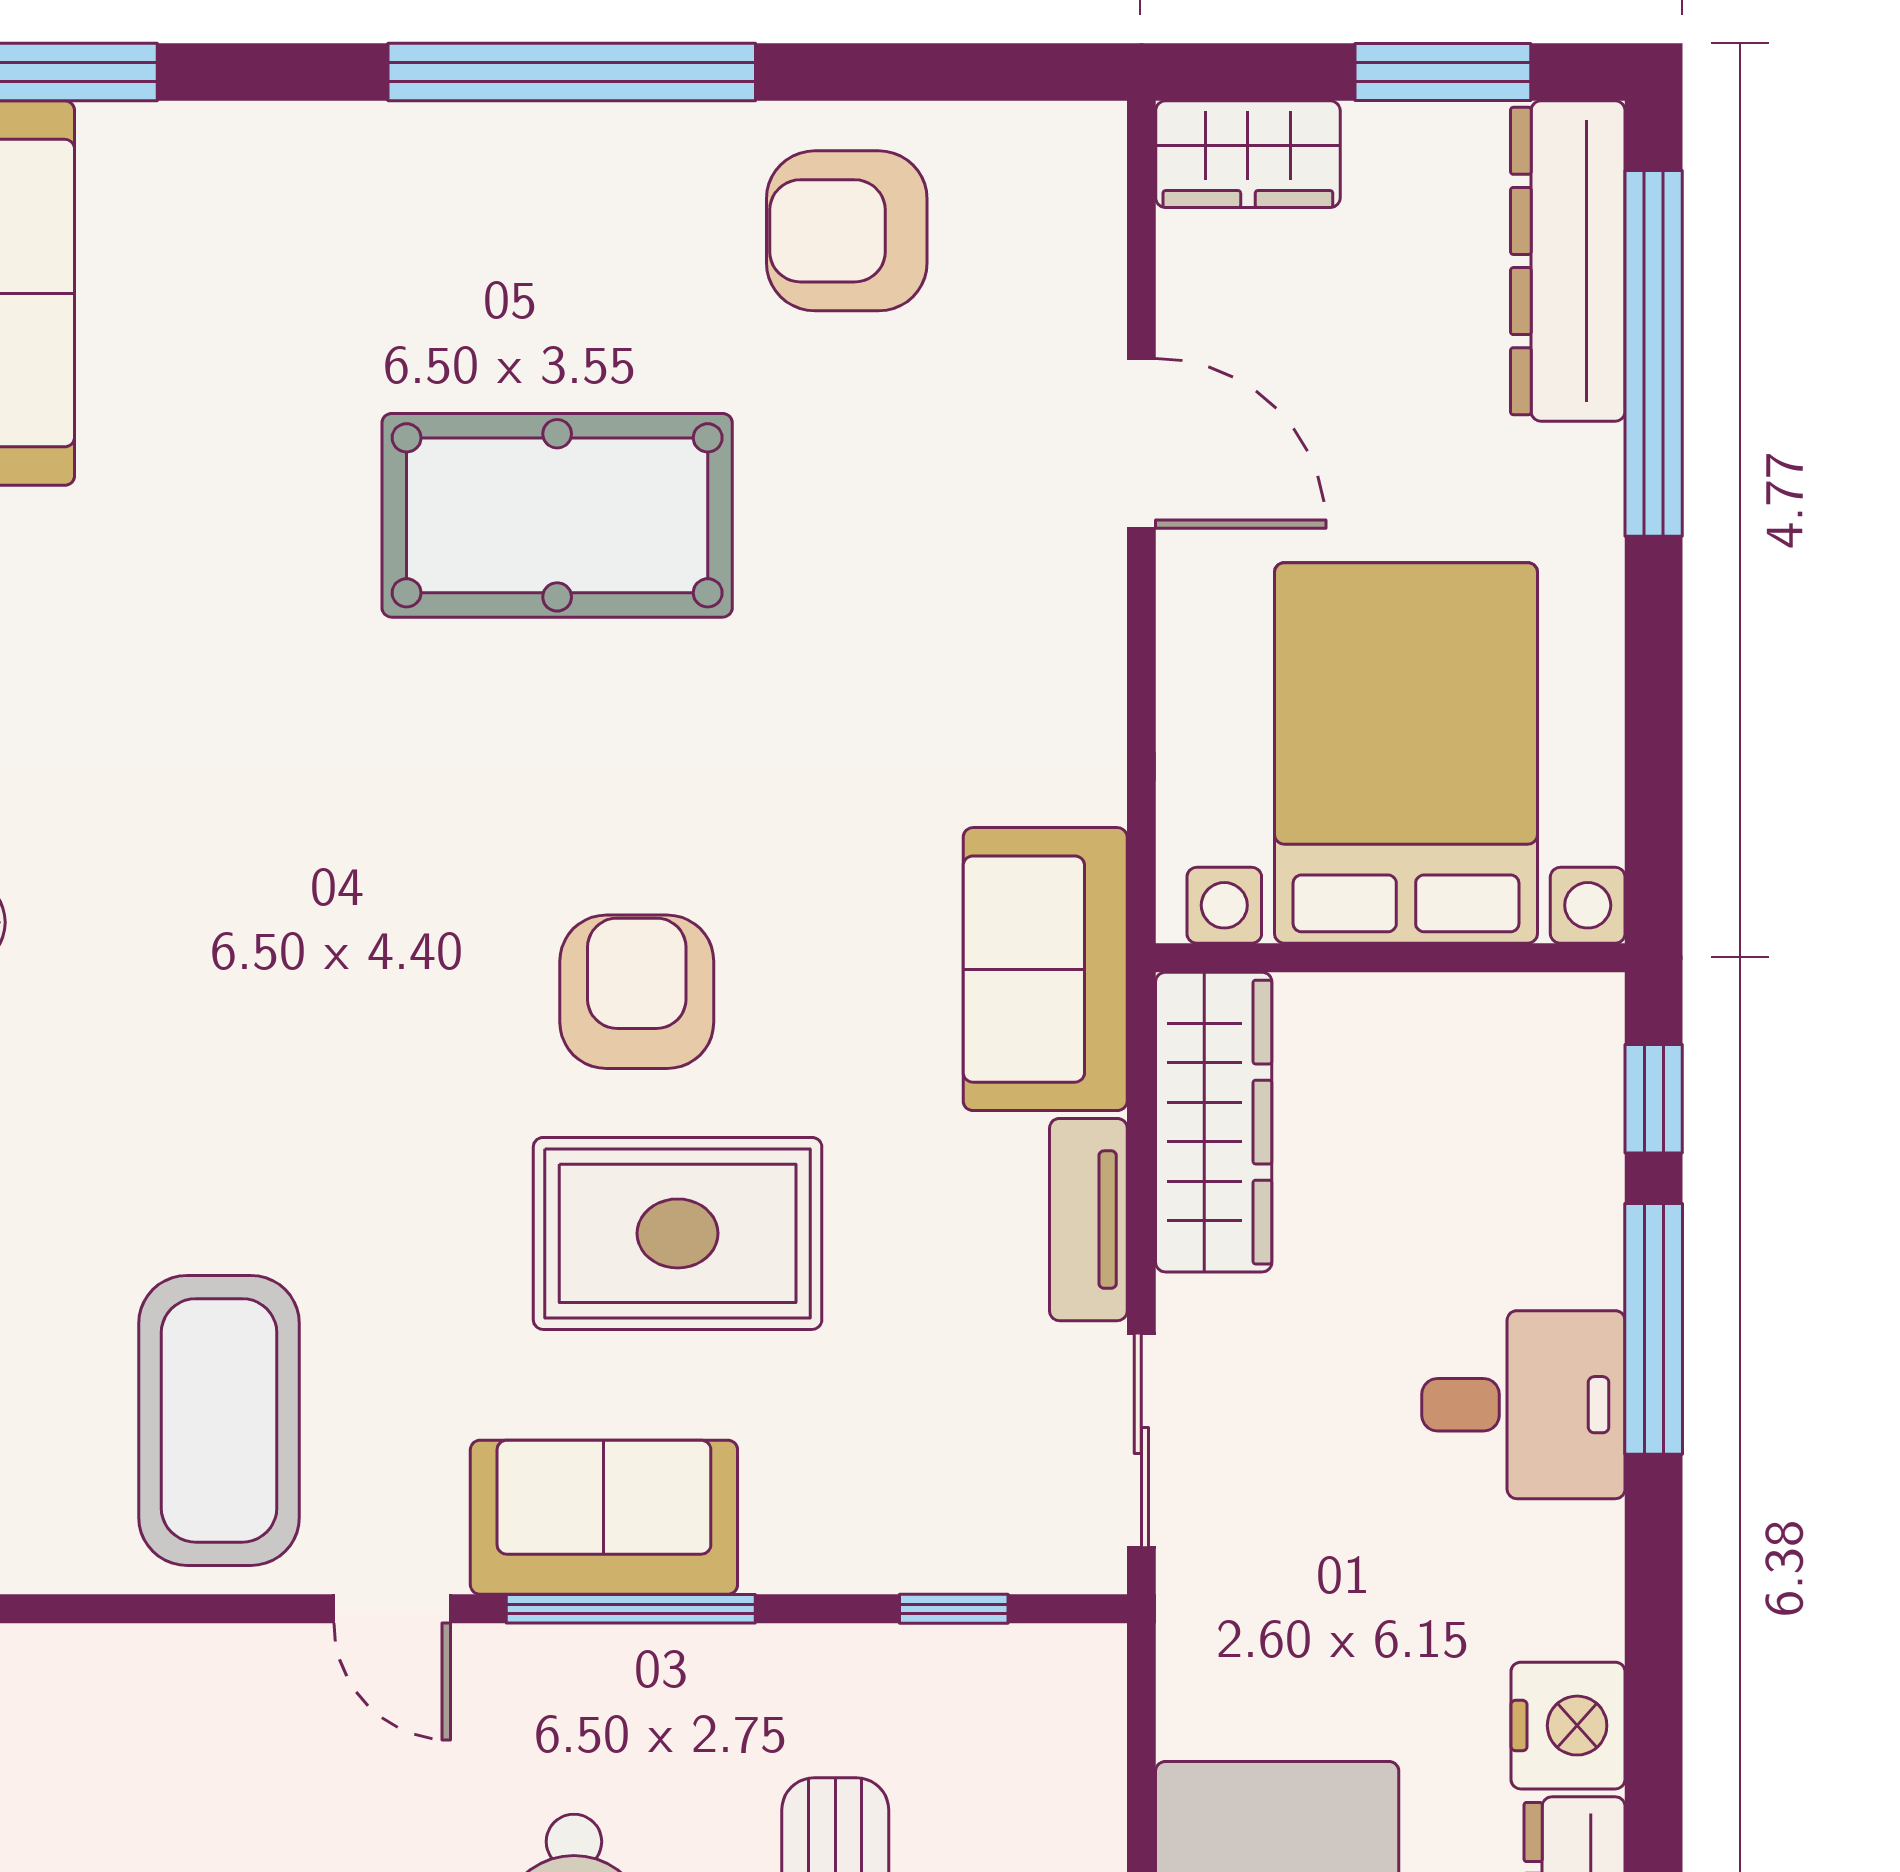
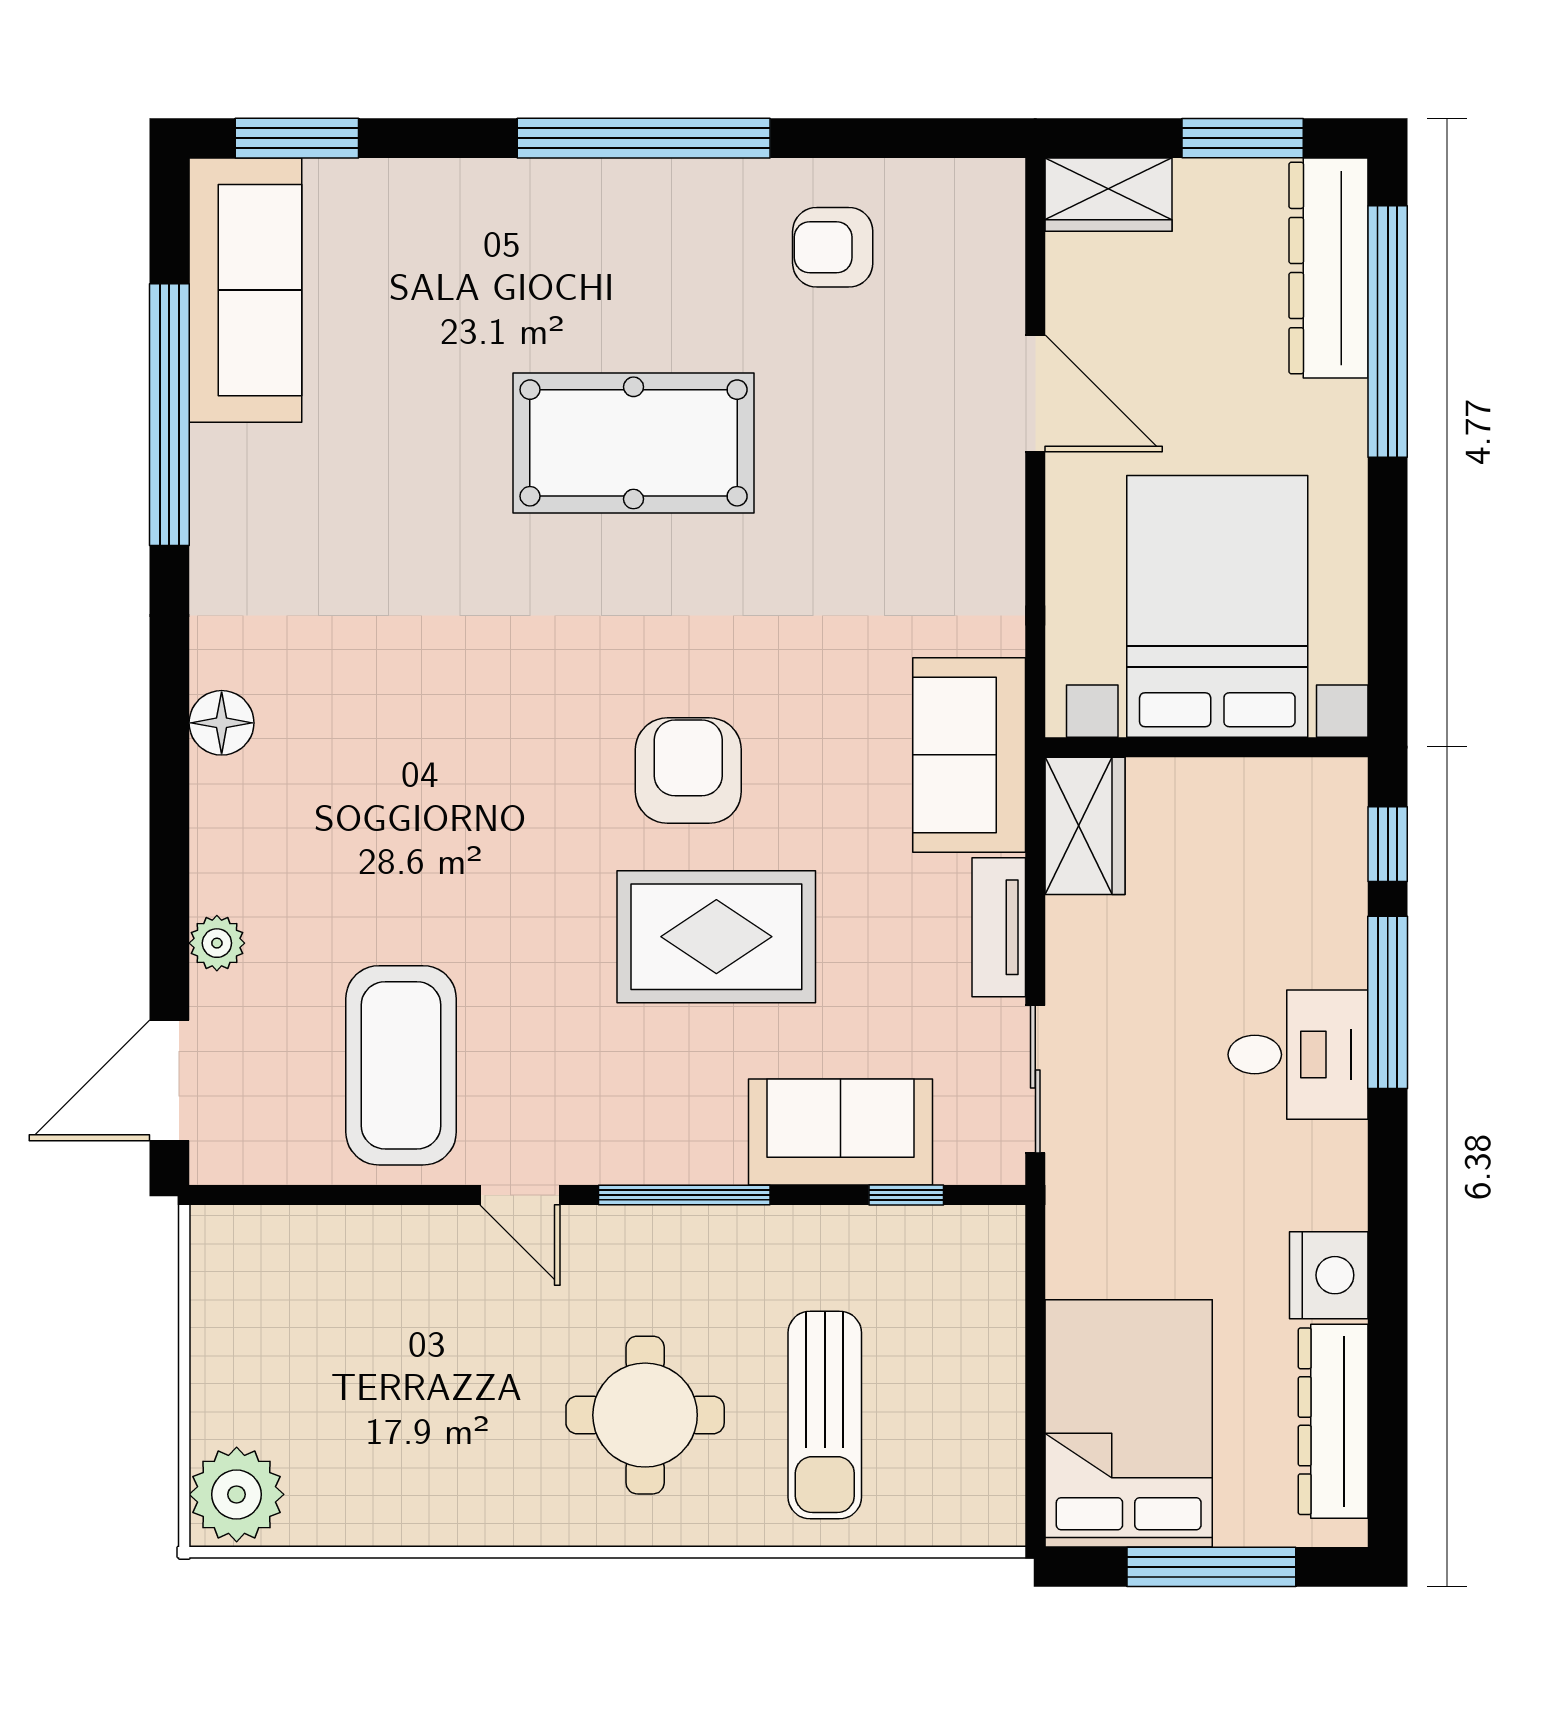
armchair: (847, 231) -> (833, 247), width x0.72, depth x0.72
wardrobe: (1214, 1122) -> (1085, 826), width x0.67
sofa: (604, 1517) -> (841, 1132), moved

